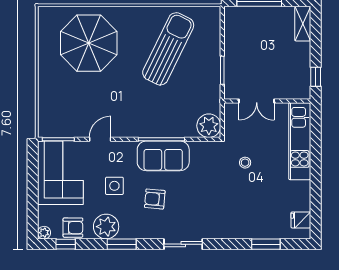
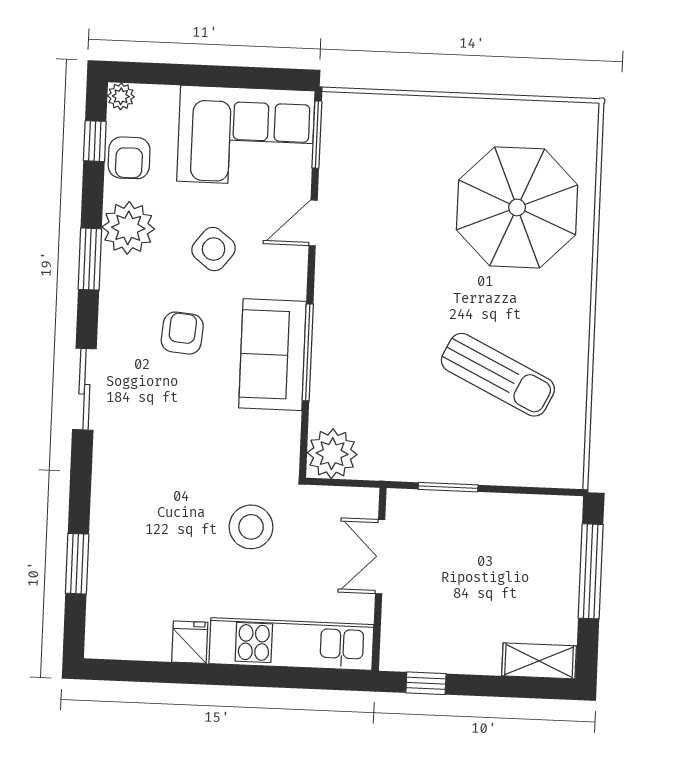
sun lounger: (168, 49) -> (498, 375), width x0.73, depth x0.75
door: (100, 139) -> (313, 223), swing flipped
stool: (245, 163) -> (251, 527), width x1.89, depth x1.89
side table: (114, 186) -> (214, 249), turned 38
fridge: (301, 220) -> (190, 642), moved

